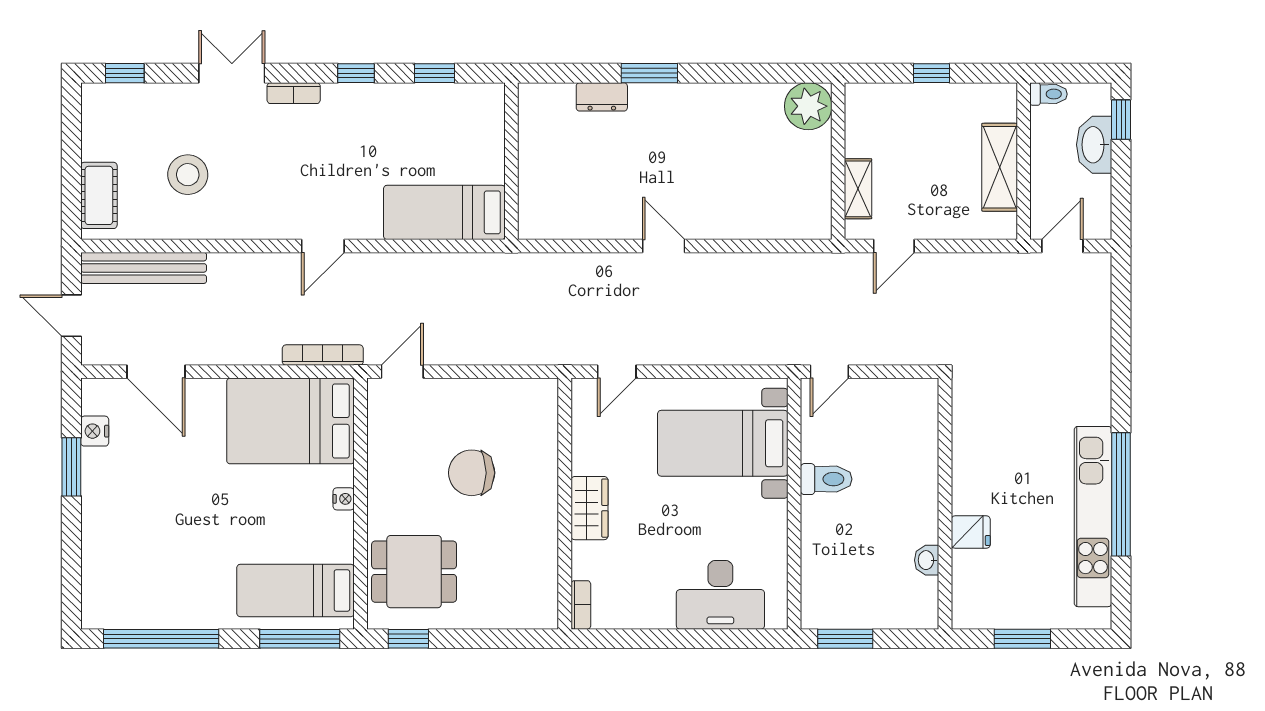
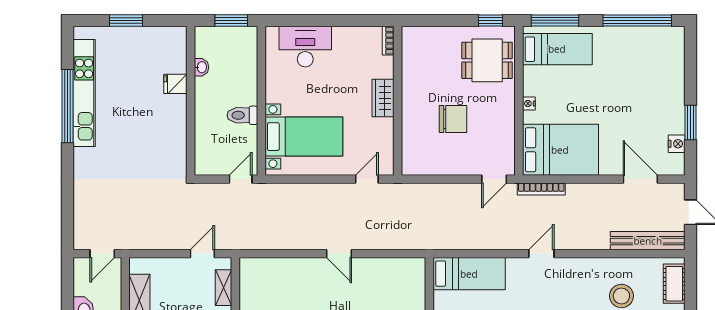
wall: (945, 504) -> (191, 101), moved
fridge: (971, 532) -> (175, 84), moved
washbasin: (927, 560) -> (201, 67), moved

